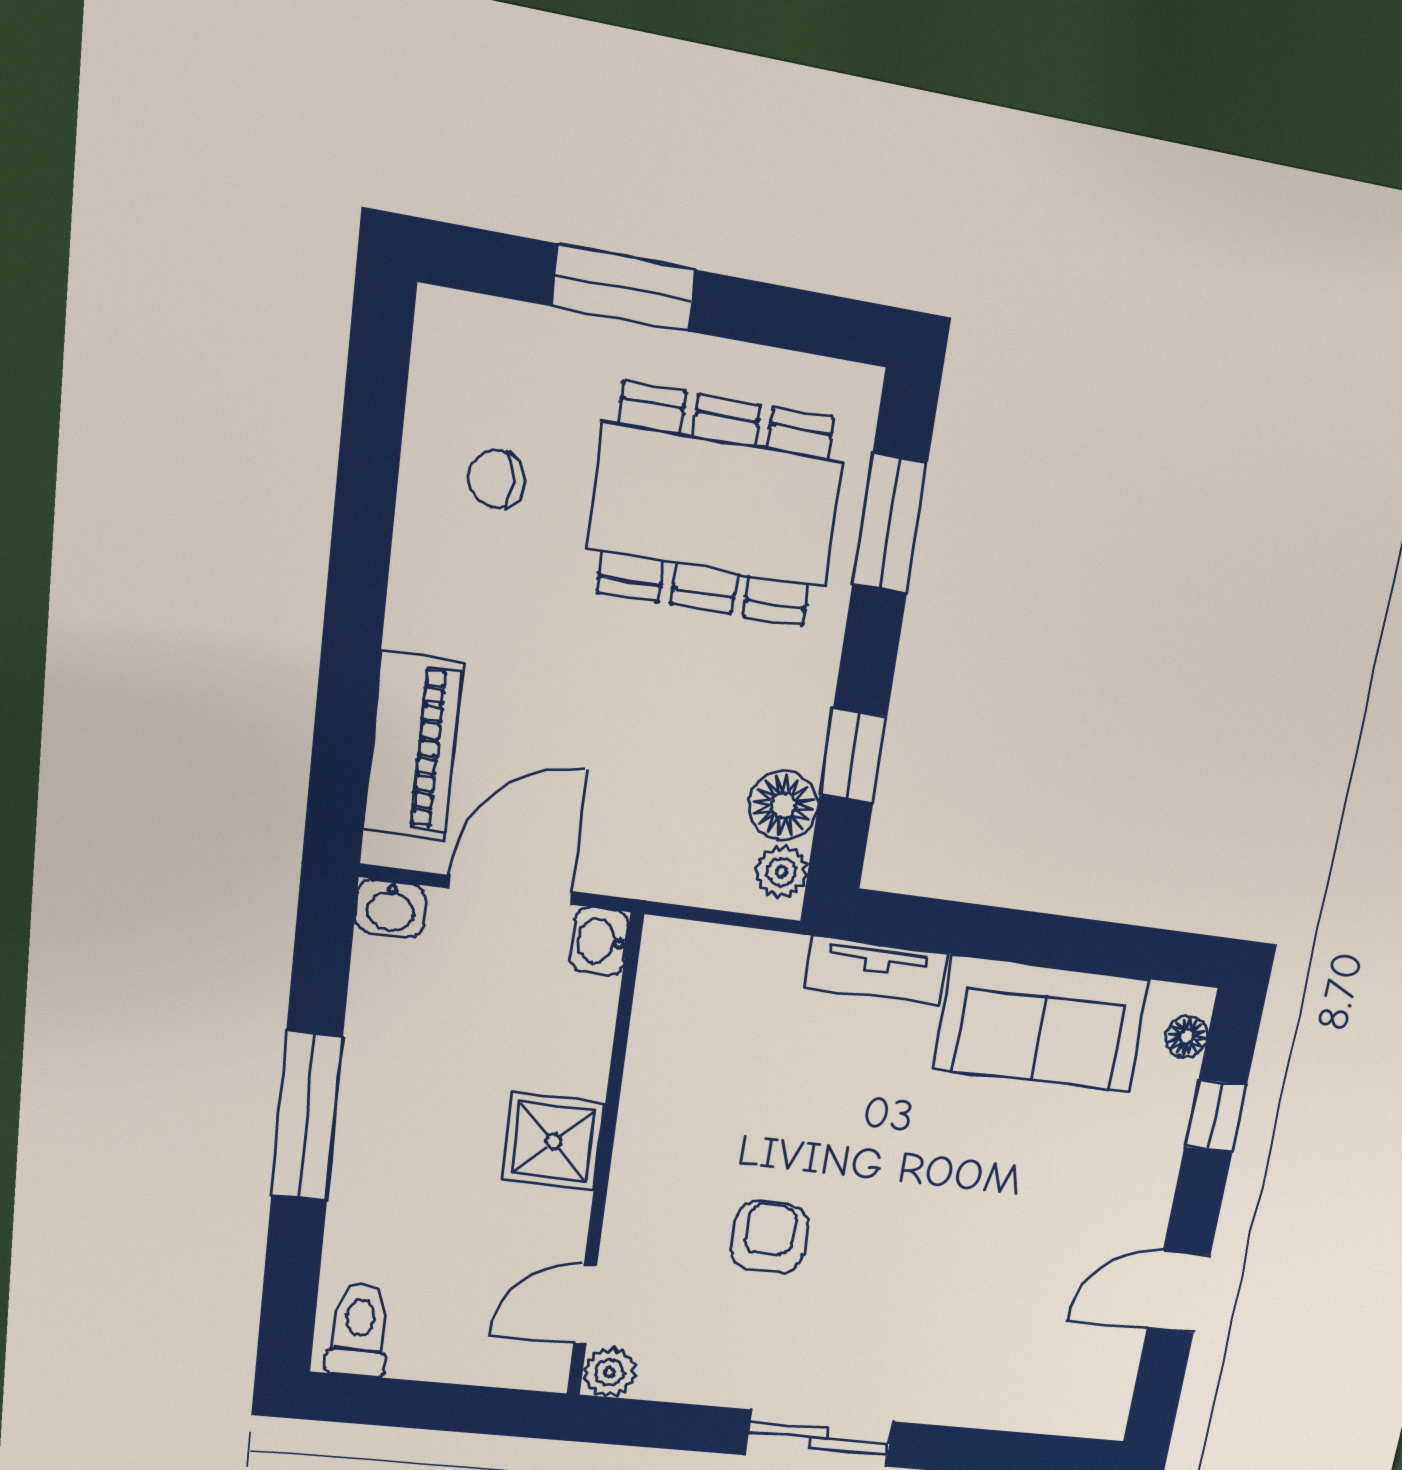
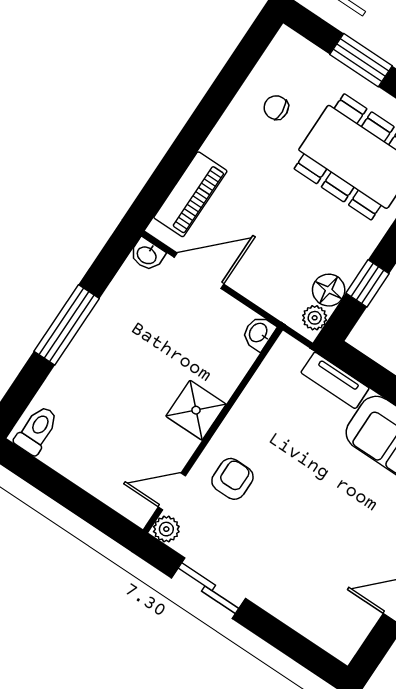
washbasin: (599, 941) -> (259, 333), moved
shower: (553, 1142) -> (196, 410), moved
wall: (604, 1161) -> (213, 430), moved
door: (585, 1305) -> (172, 491), moved
plant: (610, 1372) -> (166, 529), moved

